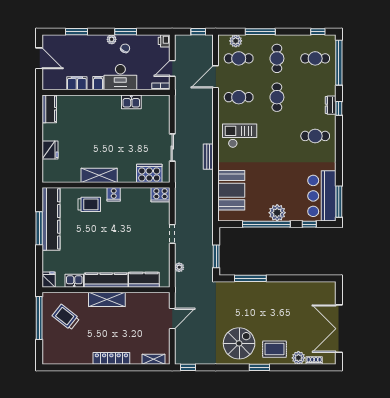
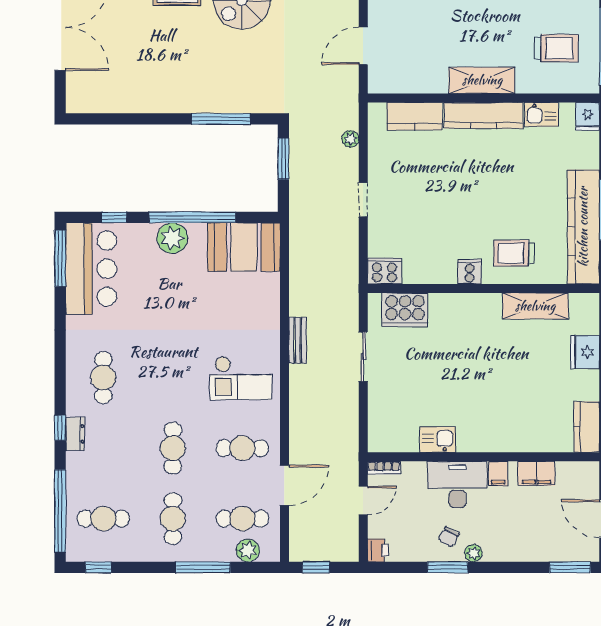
window: (77, 32) -> (570, 567), moved
cafe table: (315, 136) -> (103, 378), turned 90
shelving: (99, 175) -> (535, 306), moved
booth: (231, 190) -> (244, 247), moved, turned 90
trolley: (66, 317) -> (556, 48), turned -38

